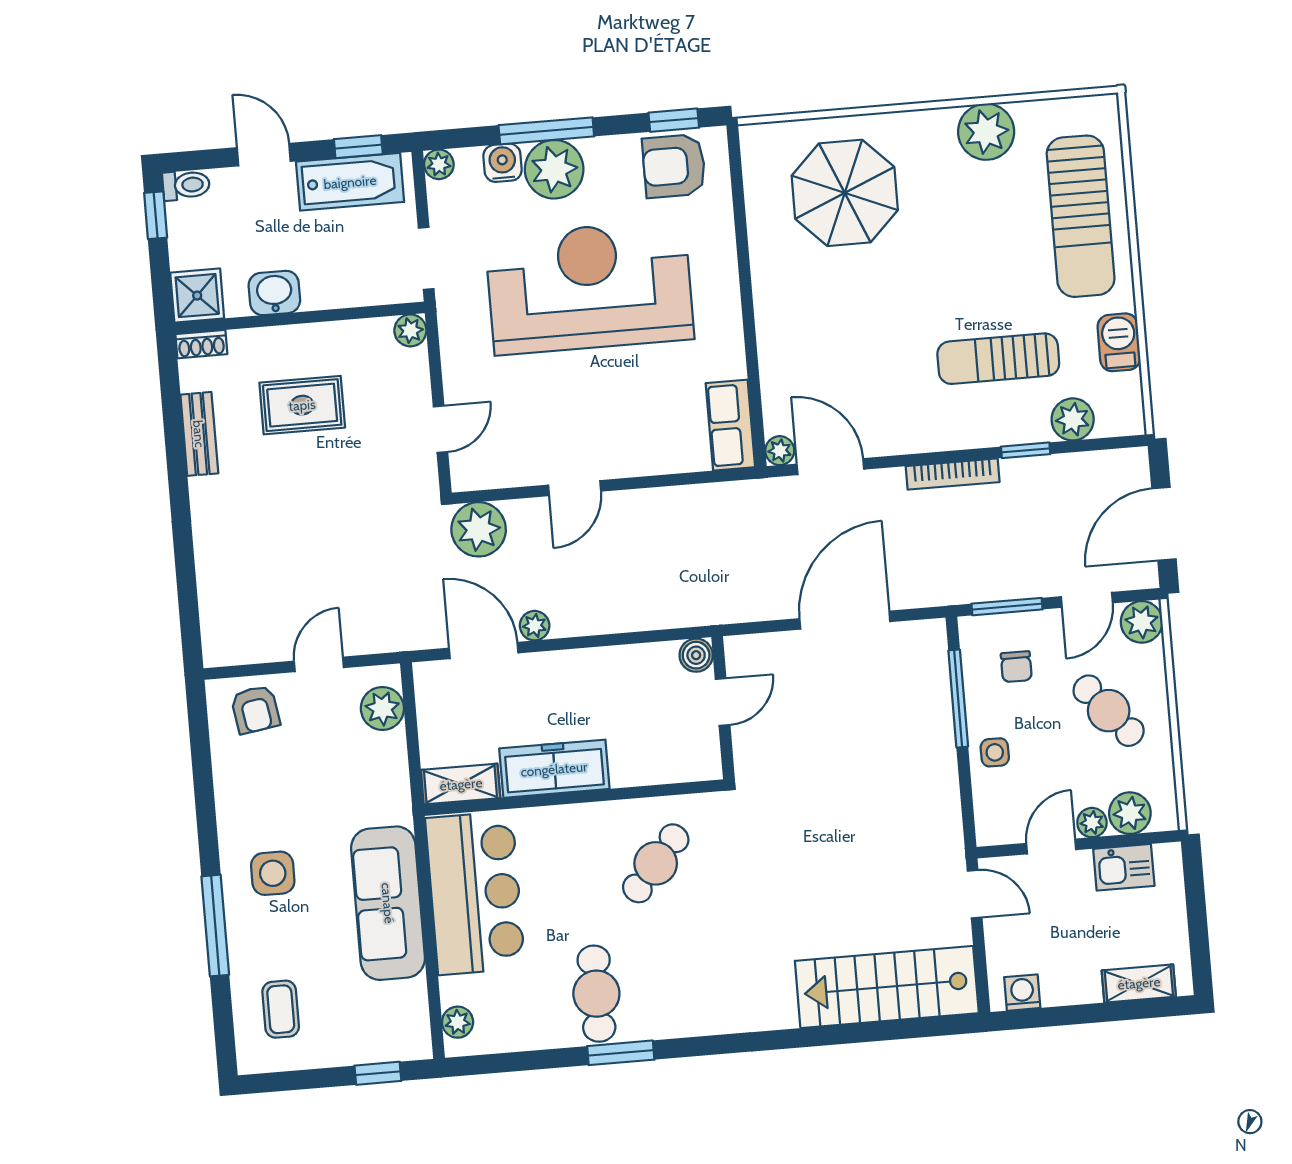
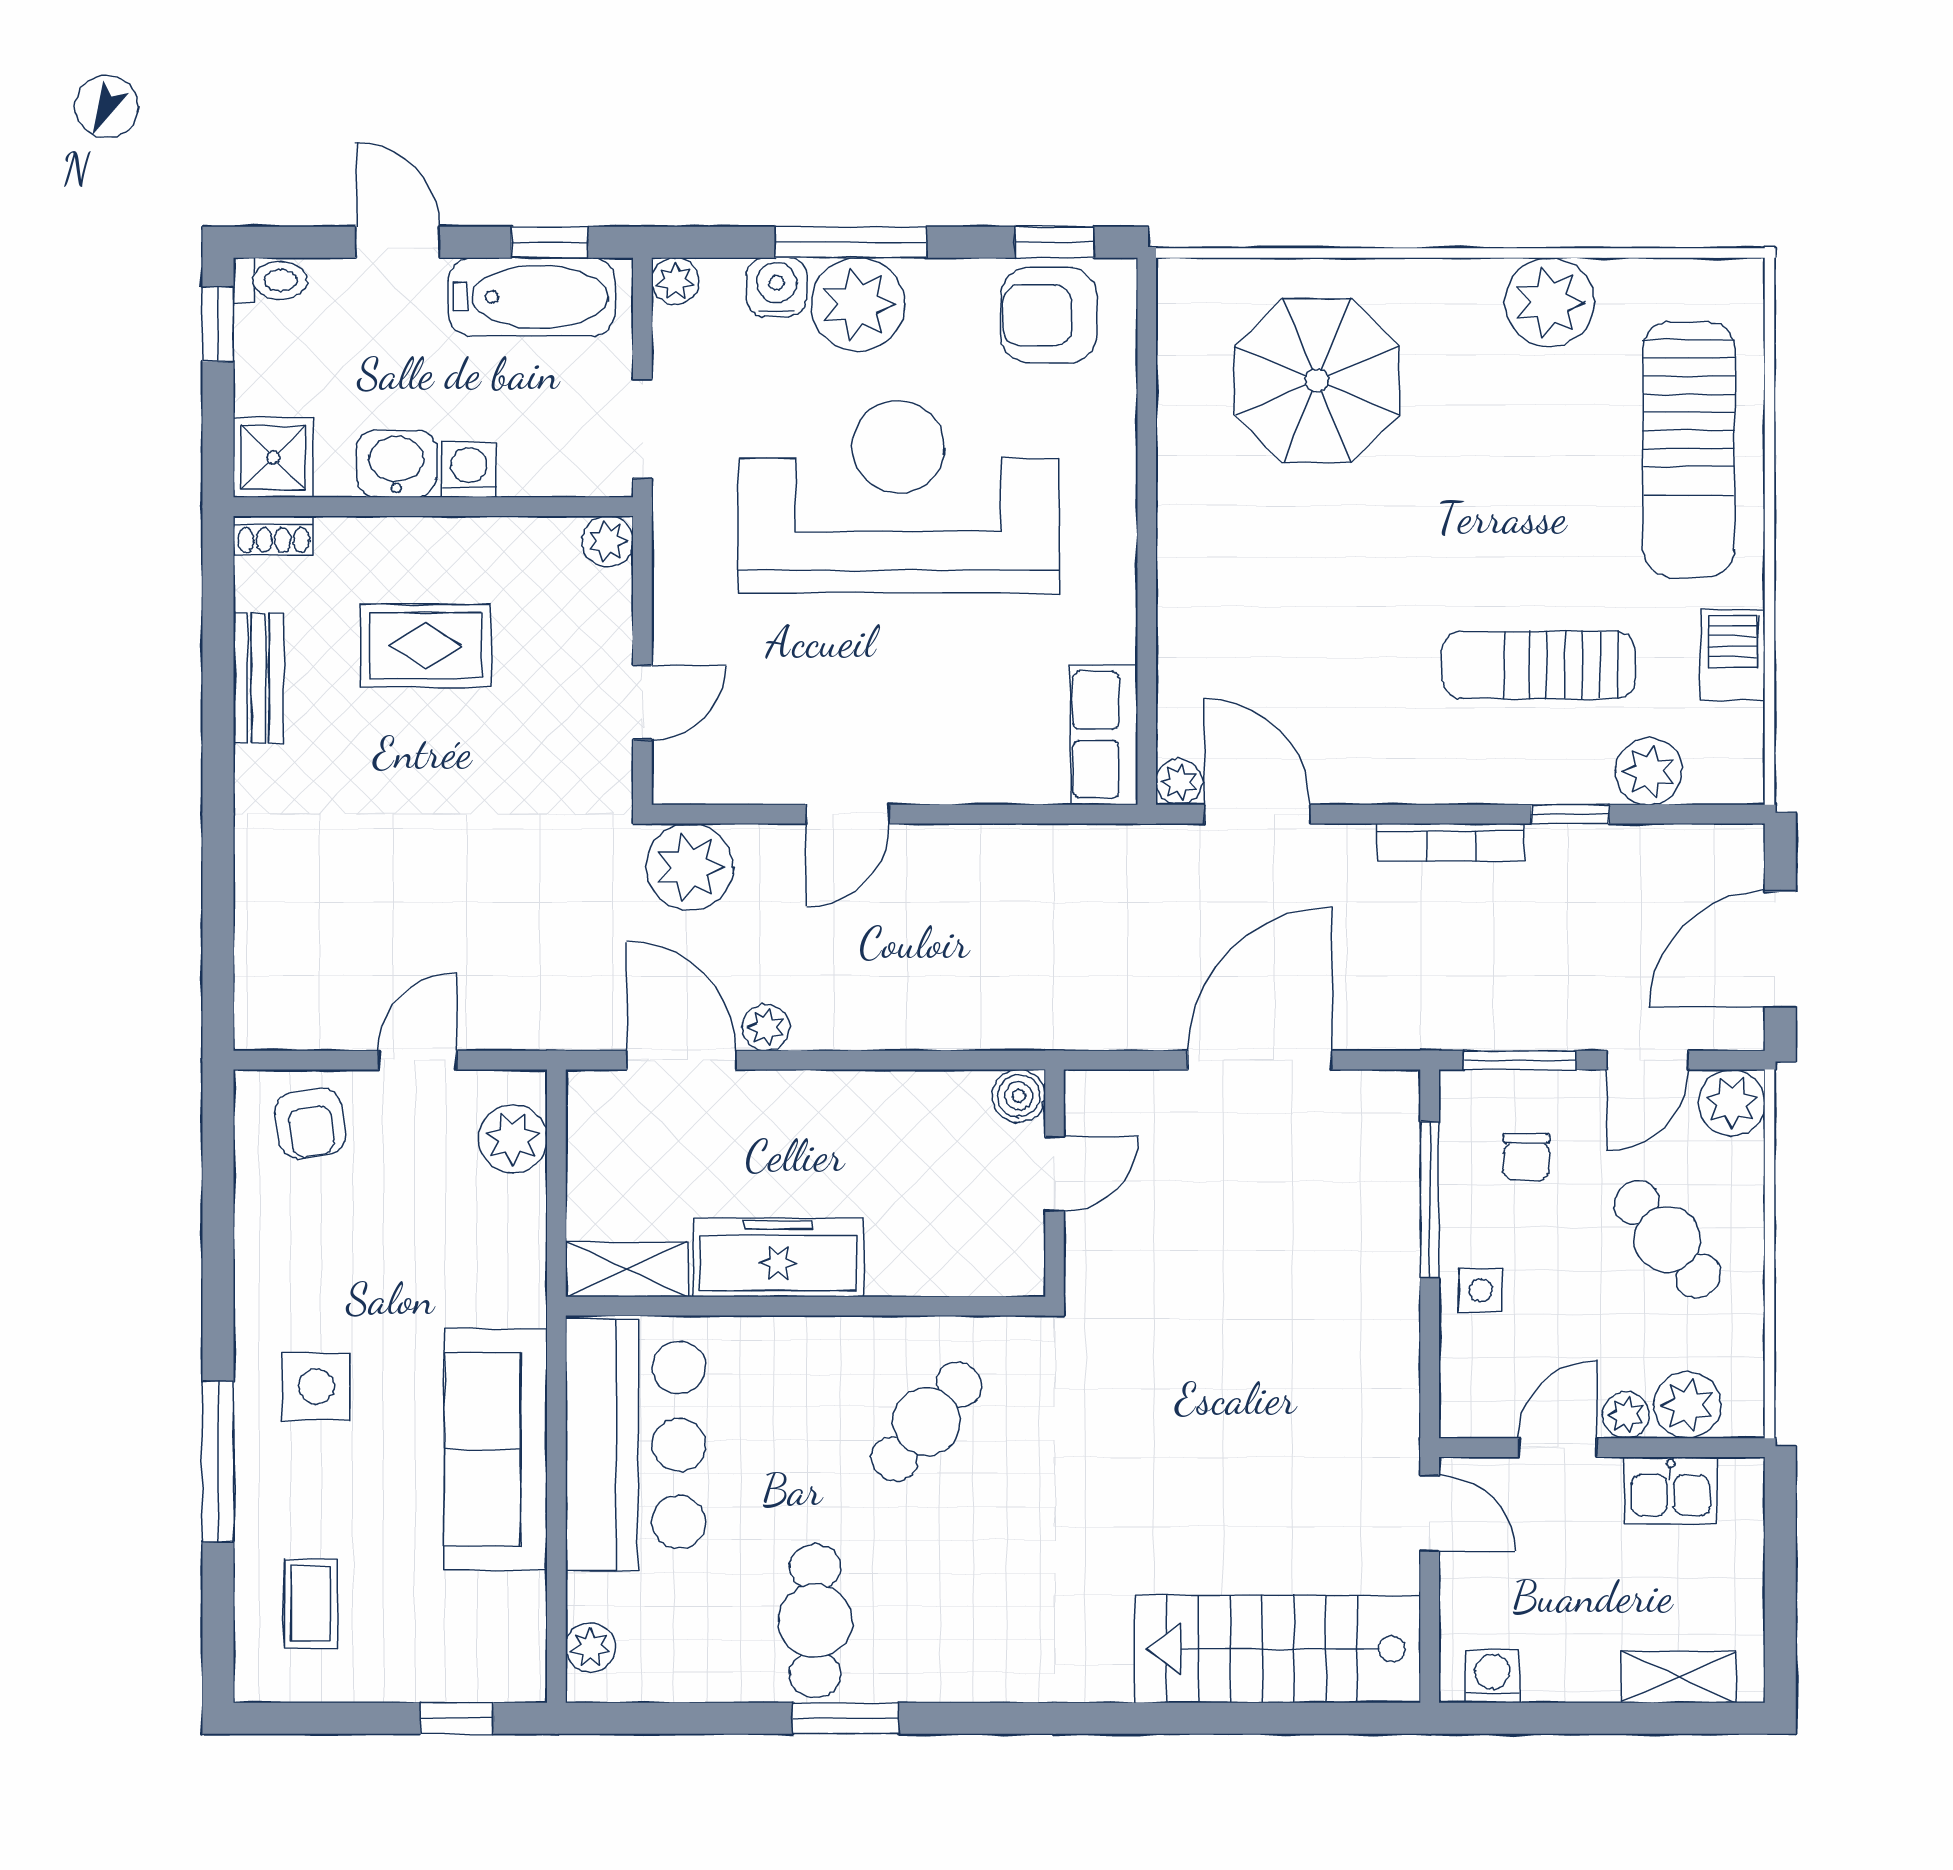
washing machine: (320, 293) -> (469, 470), added

